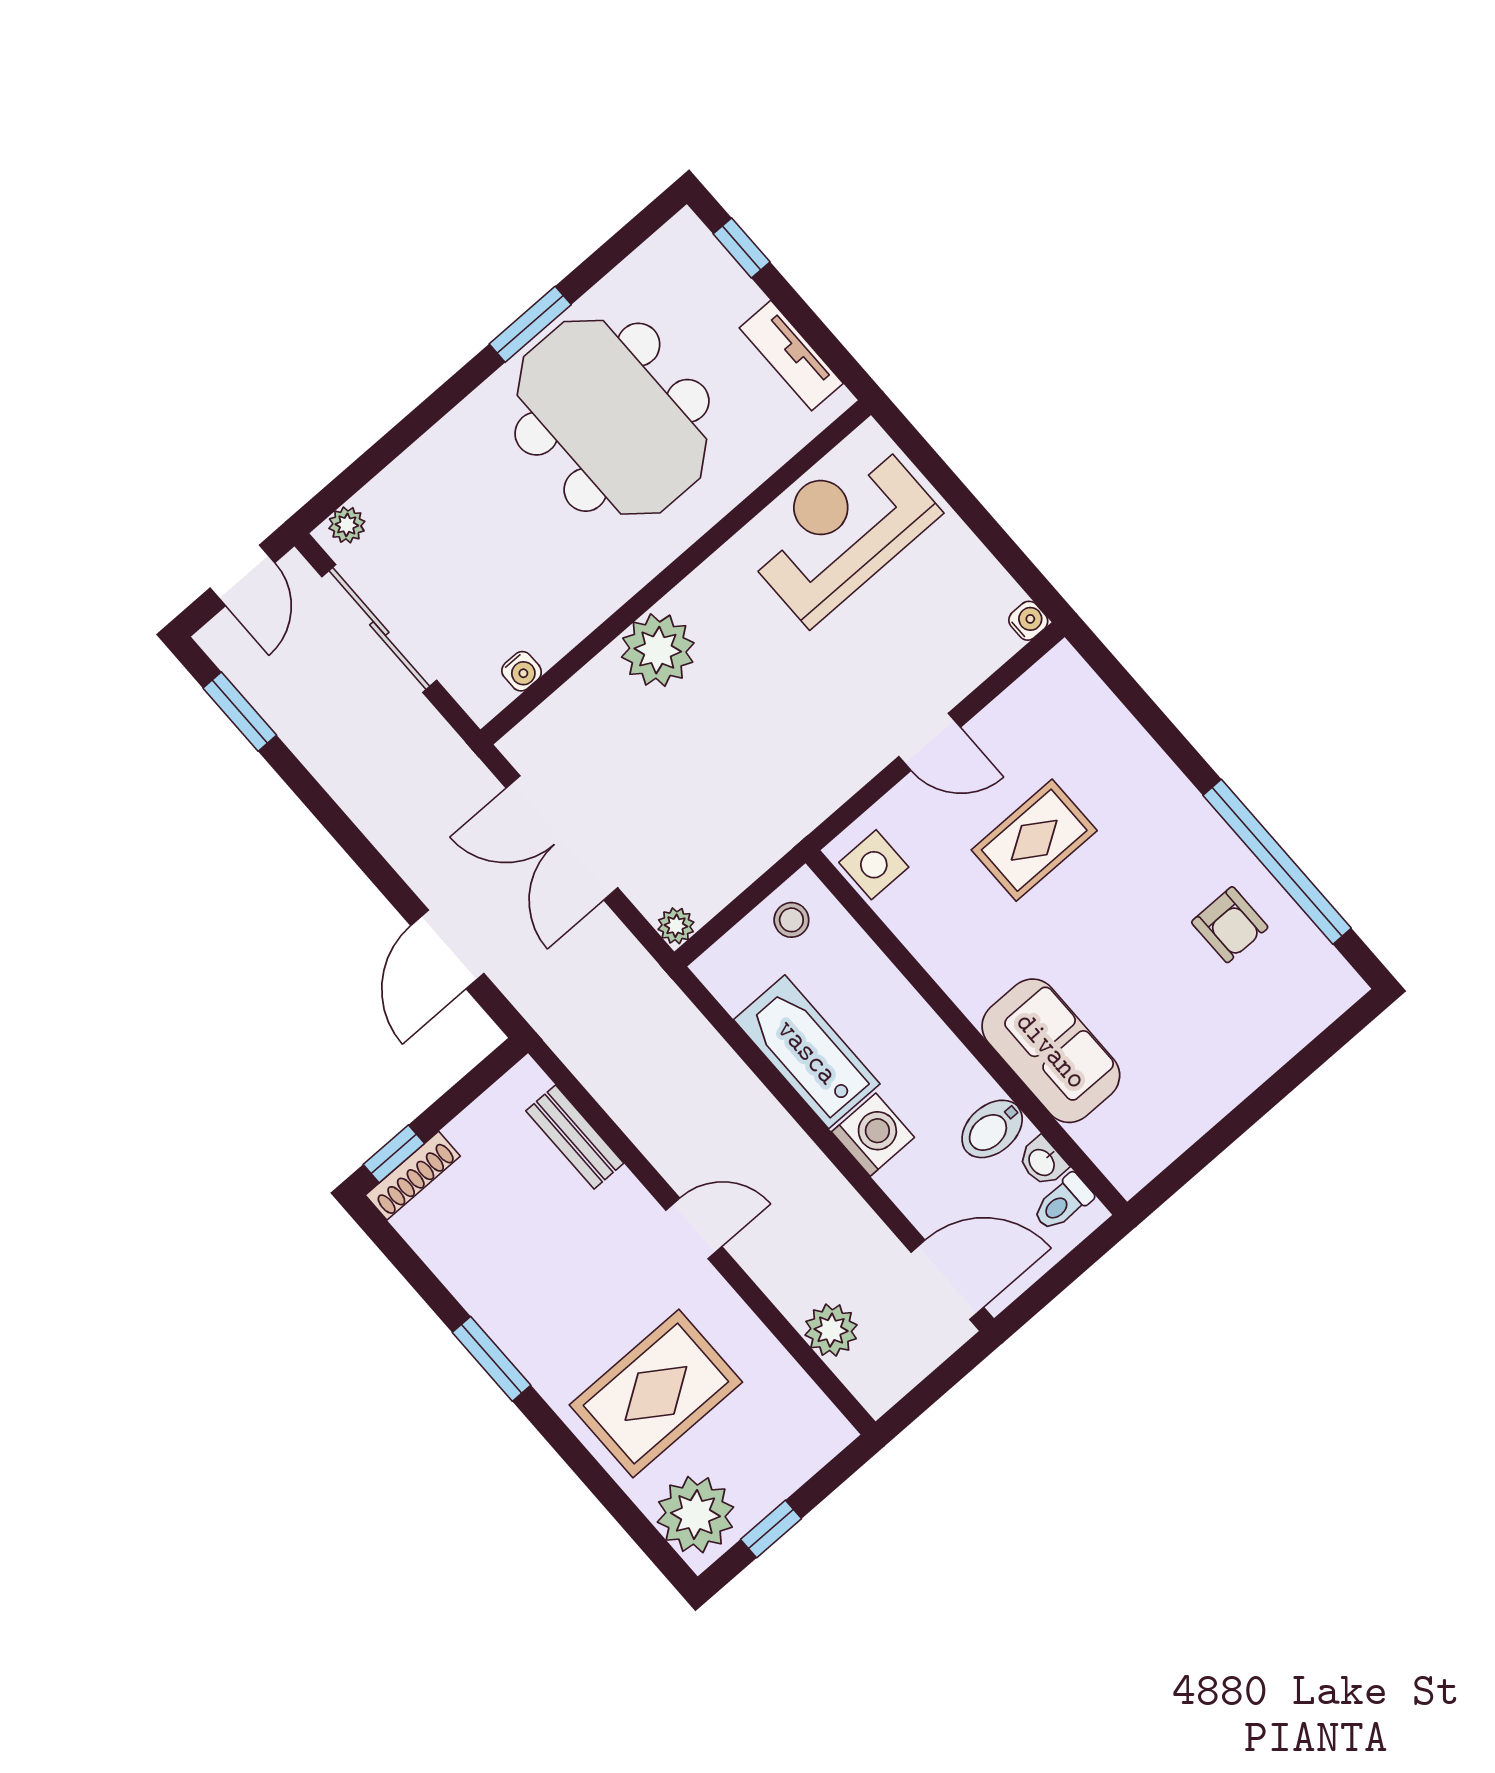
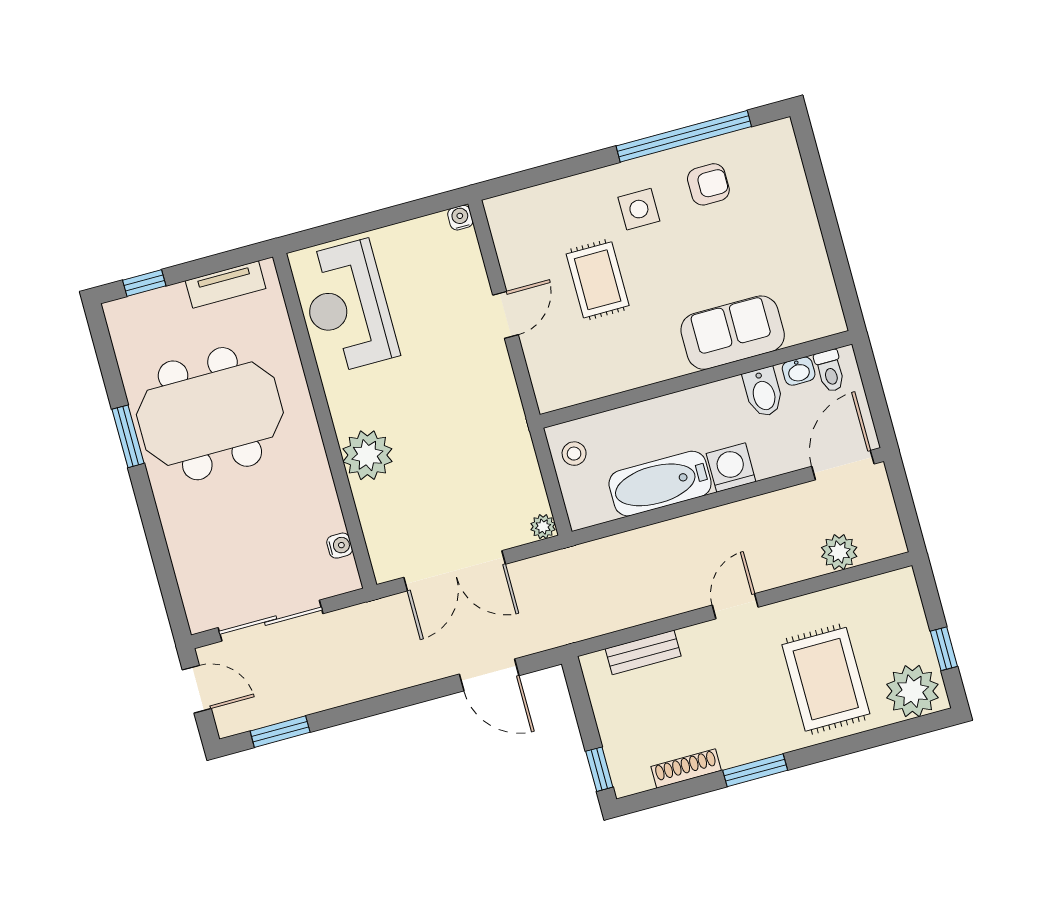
plant: (347, 525) -> (197, 610), removed
side table: (874, 865) -> (639, 209), moved
shoe rack: (413, 1176) -> (686, 768), moved, turned -90

